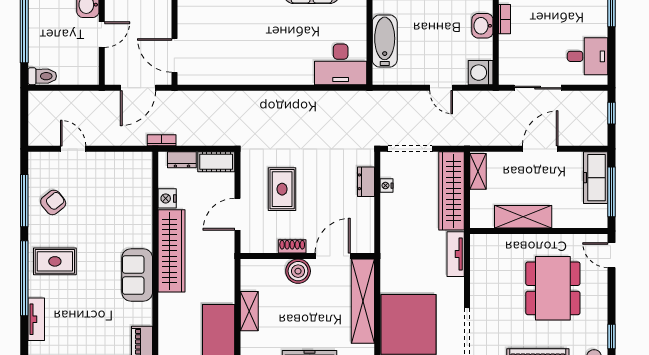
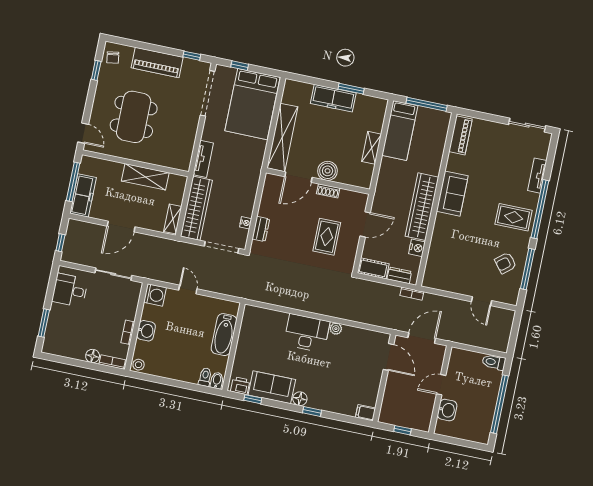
desk: (341, 64) -> (307, 333), moved
plant: (247, 77) -> (336, 329), added

